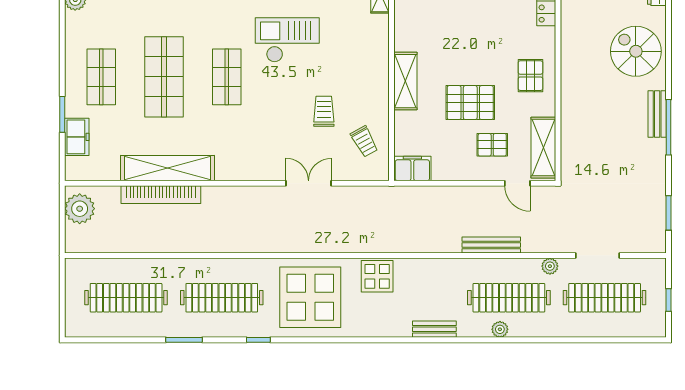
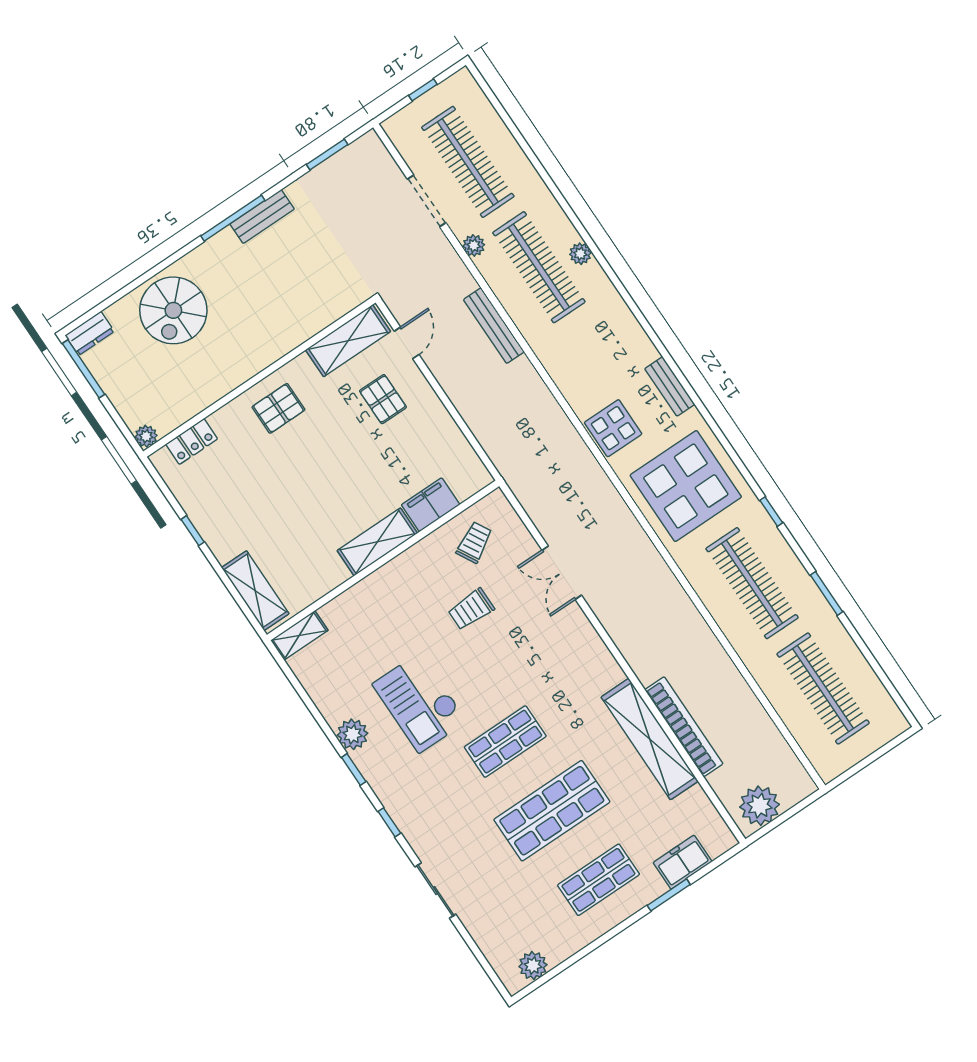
pallet: (470, 103) -> (353, 455), removed
bench: (657, 114) -> (262, 217), moved
filing cabinet: (412, 169) -> (431, 505), moved, turned 90
bench: (434, 329) -> (670, 386), moved

